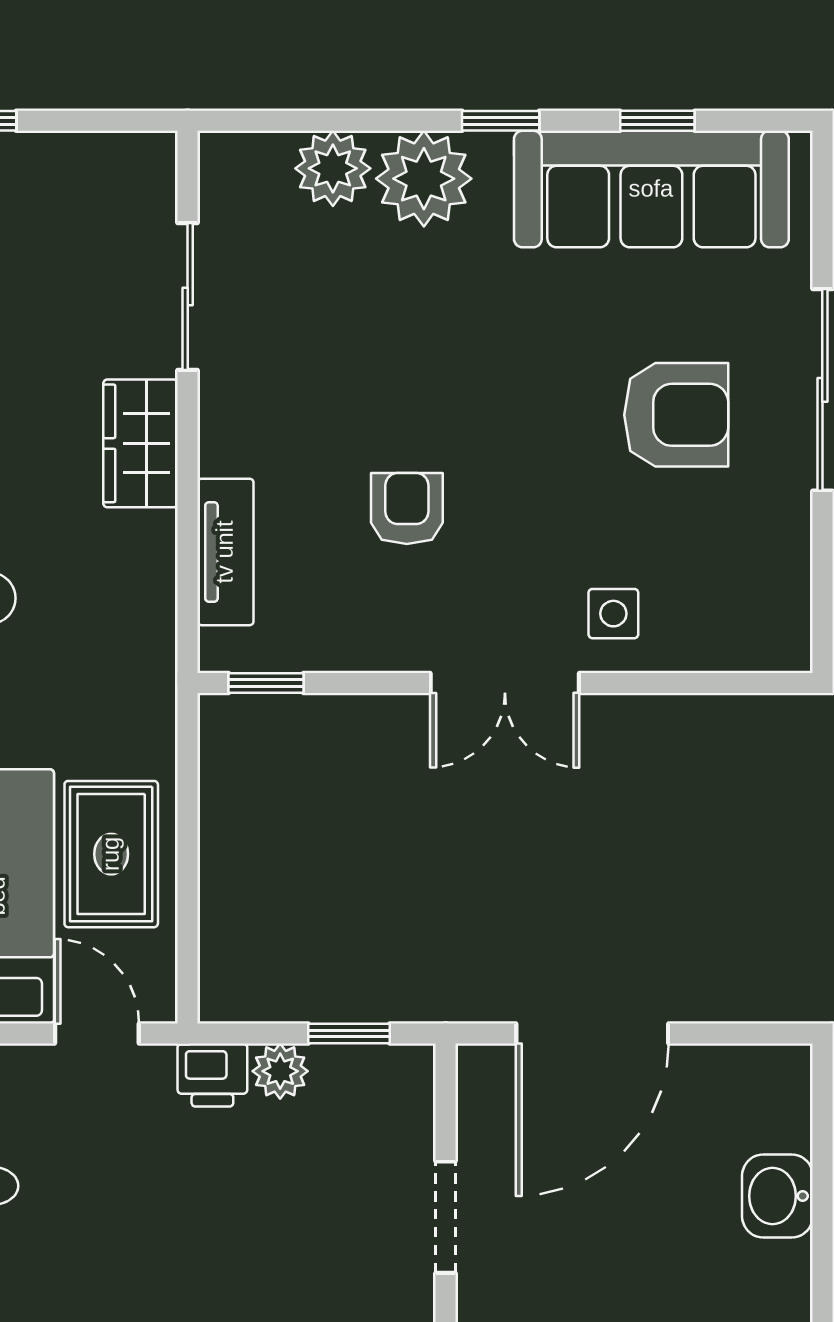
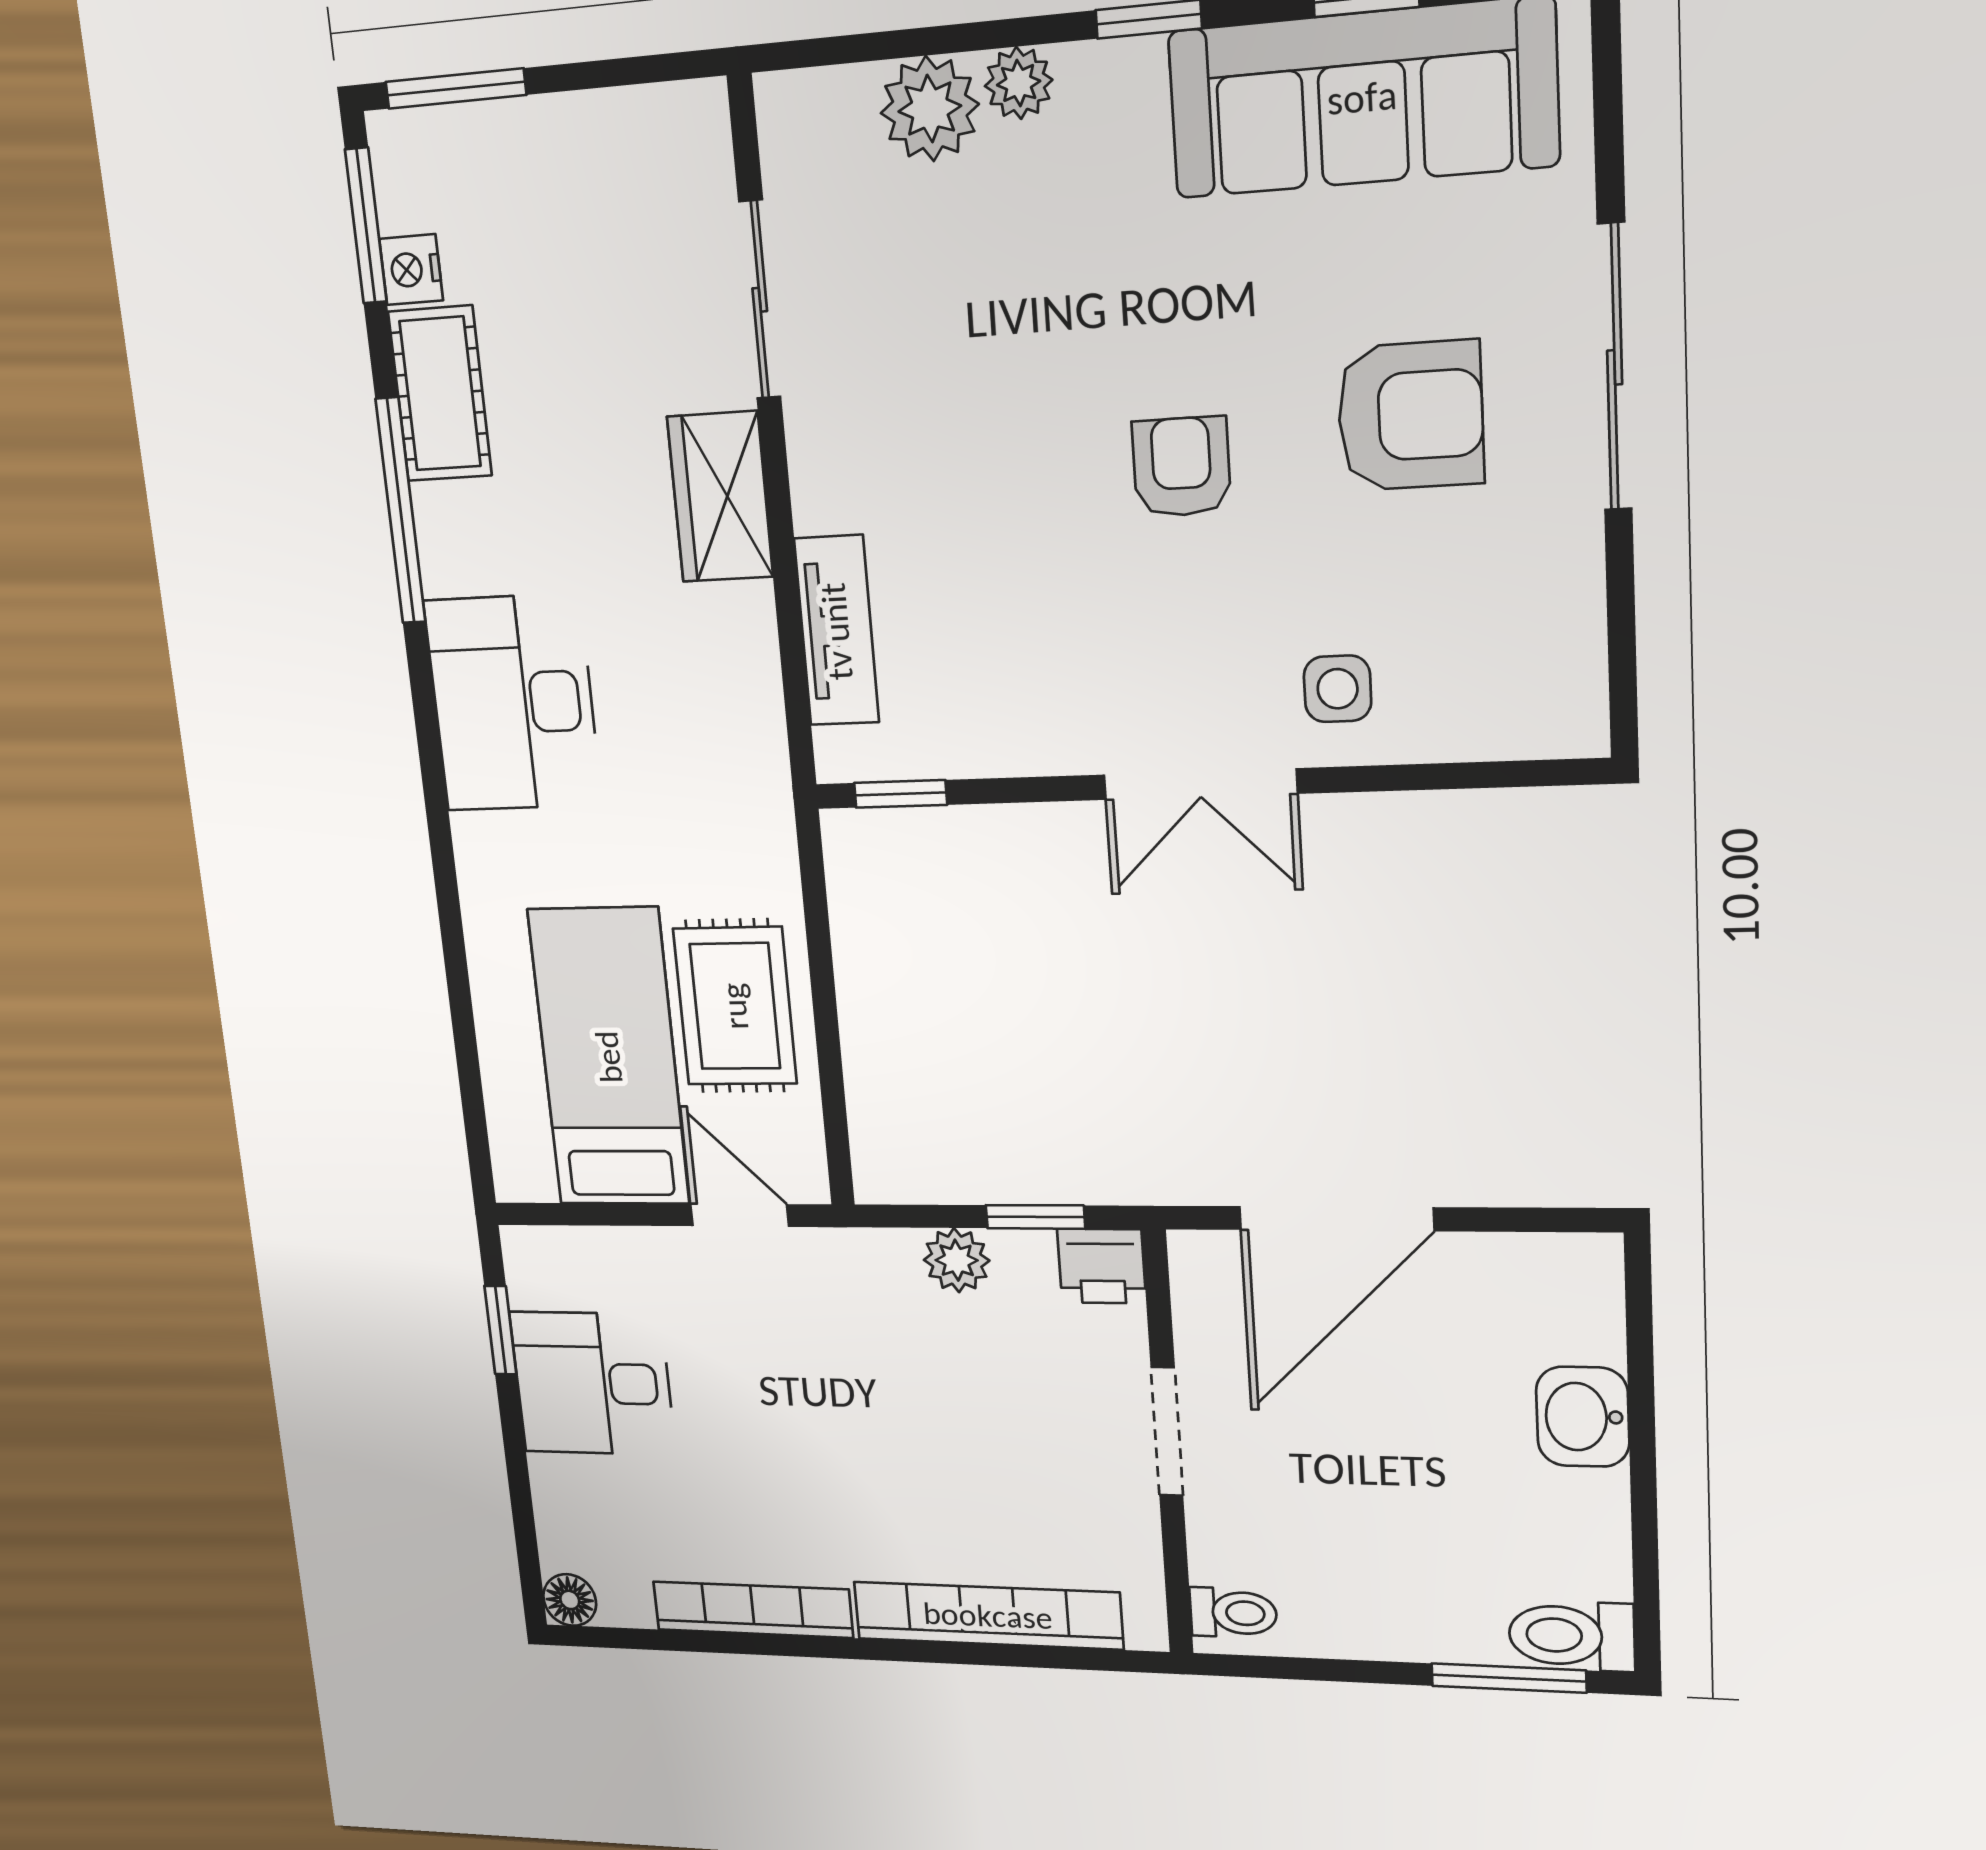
plant: (424, 179) -> (1019, 83), width x0.53, depth x0.53
armchair: (407, 509) -> (1181, 467), moved
printer: (212, 1075) -> (1102, 1266), moved

